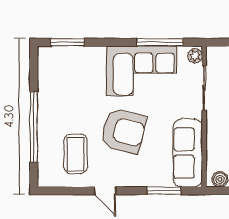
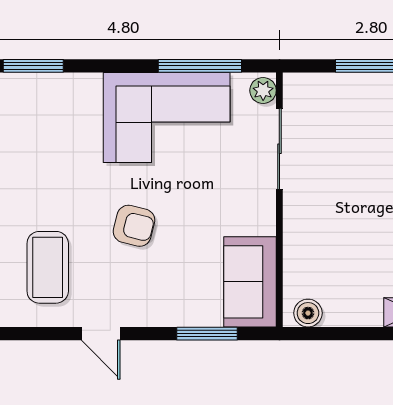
armchair: (123, 131) -> (134, 226), width x0.53, depth x0.53
sofa: (188, 153) -> (250, 282), width x0.73

